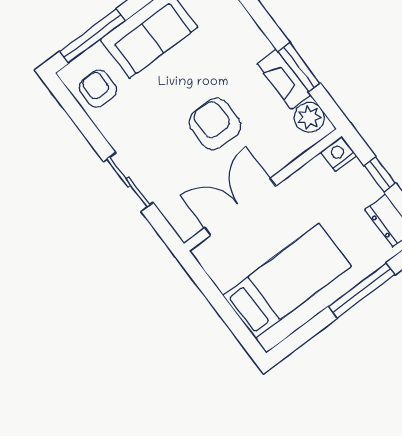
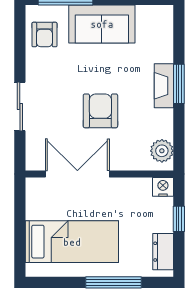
window: (299, 67) -> (179, 84), moved
fireplace: (284, 79) -> (164, 86), moved
armchair: (98, 89) -> (44, 35), turned 180

